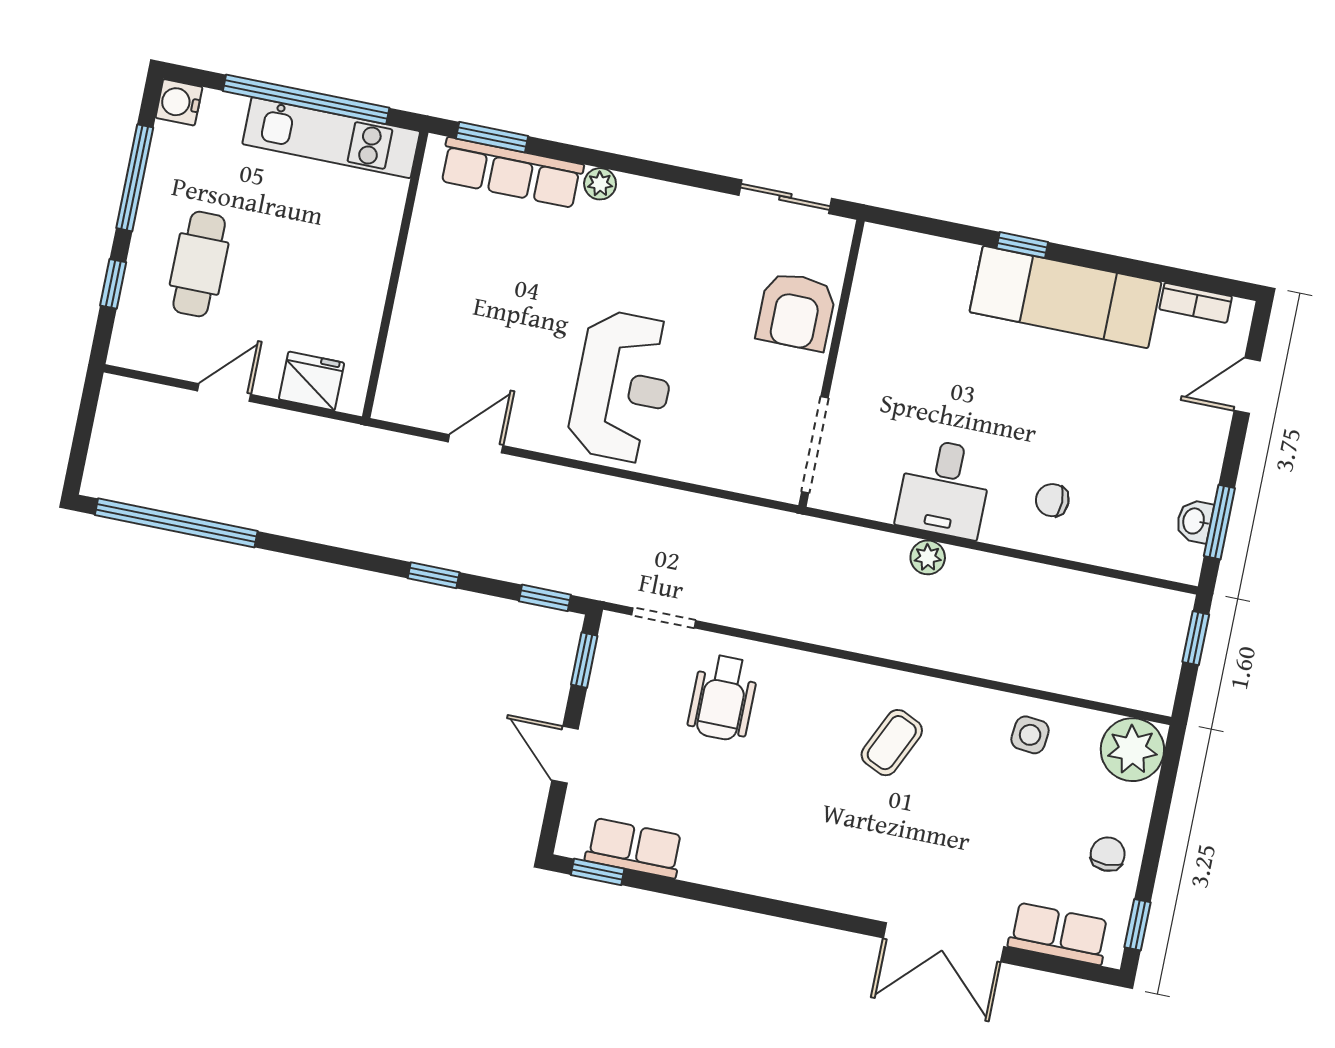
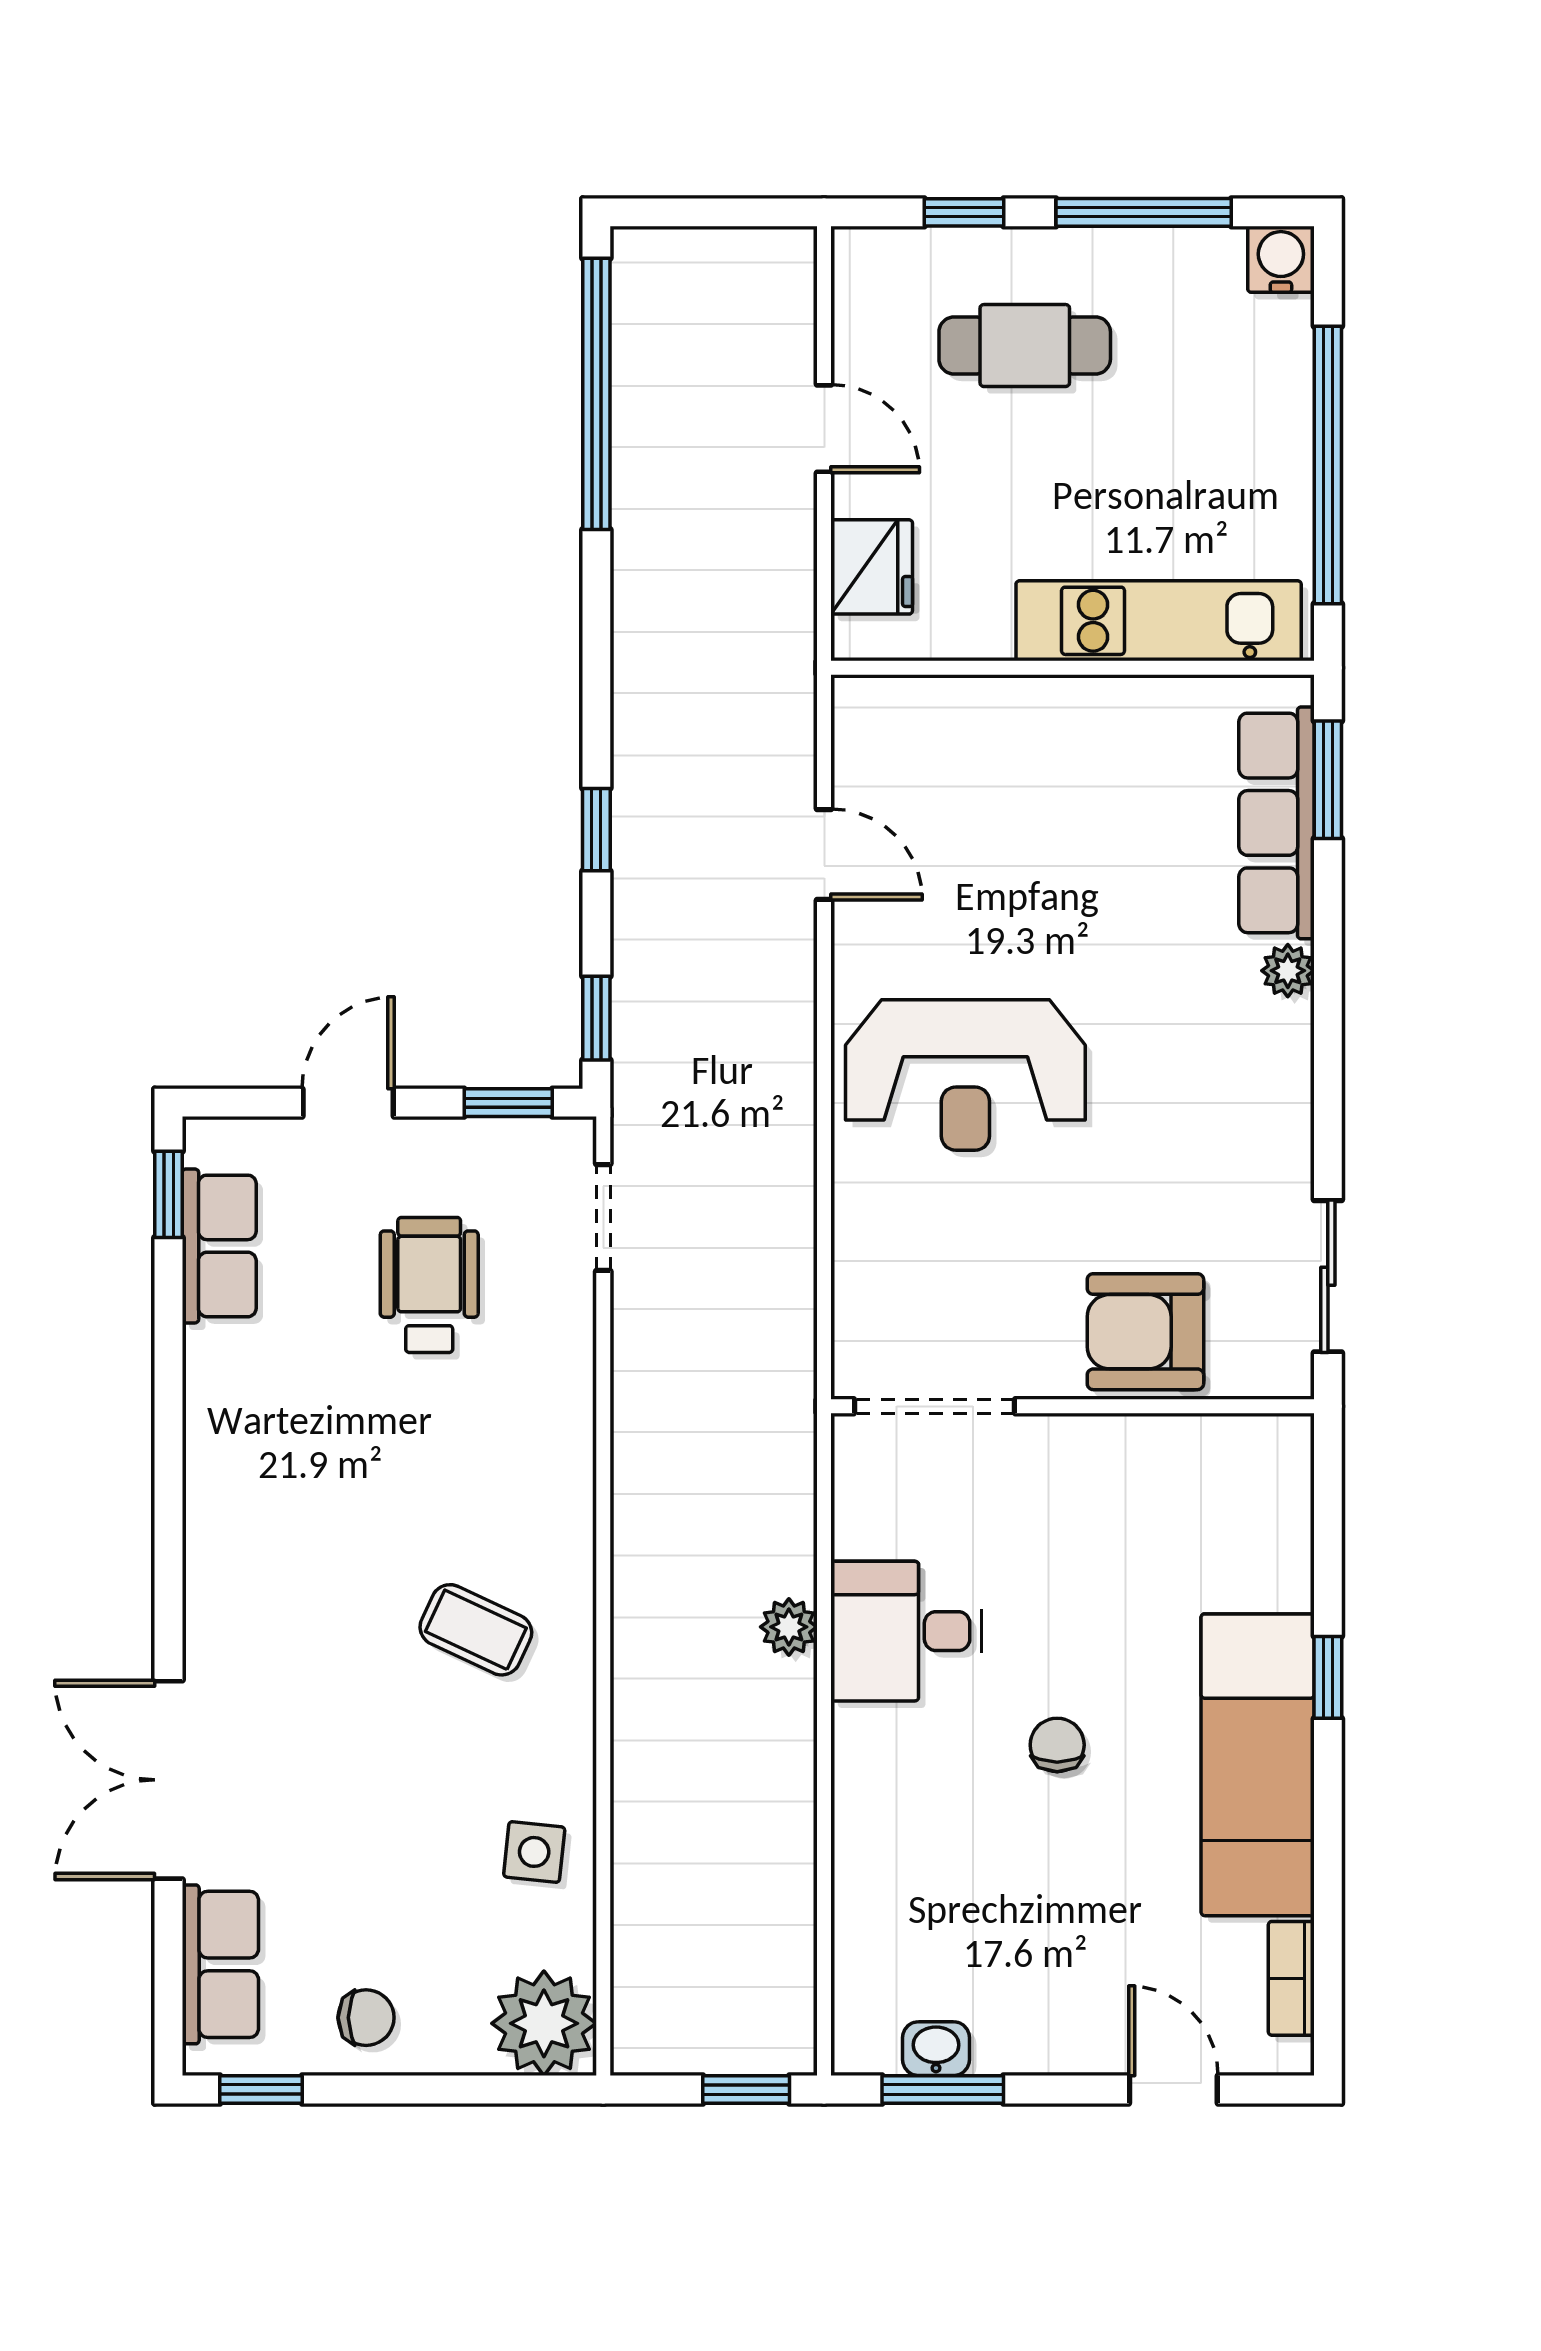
kitchen unit: (331, 138) -> (1159, 621), moved, turned 90
chair: (1052, 500) -> (1057, 1745), moved
wheelchair: (723, 698) -> (429, 1285), moved, turned 90

